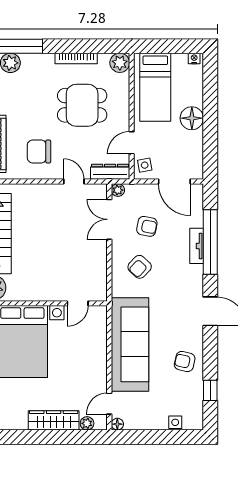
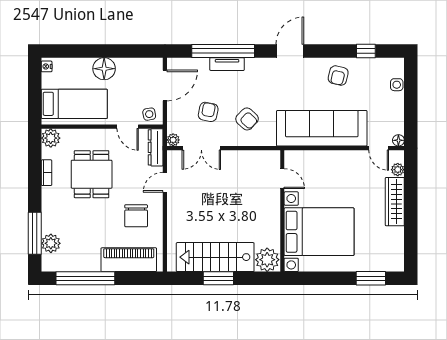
bookcase: (76, 58) -> (47, 173), width x0.64

